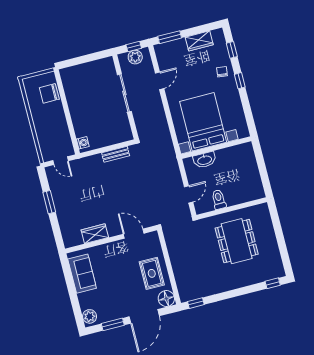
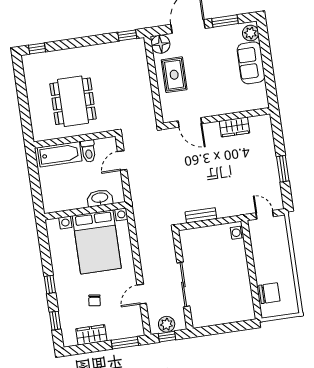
chair: (222, 72) -> (95, 300), moved
bathtub: (243, 194) -> (60, 154), added
sofa: (82, 274) -> (251, 63), moved

